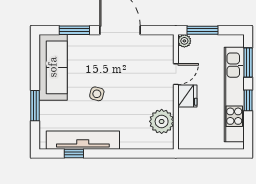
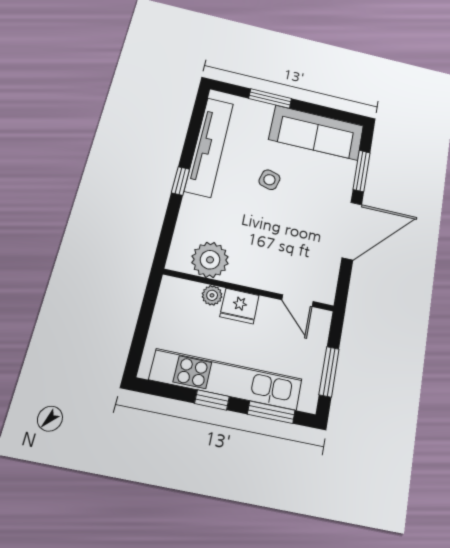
window: (202, 30) -> (329, 372), moved
plant: (184, 41) -> (212, 295), moved
door: (176, 74) -> (297, 301), moved
window: (74, 154) -> (180, 181), moved

